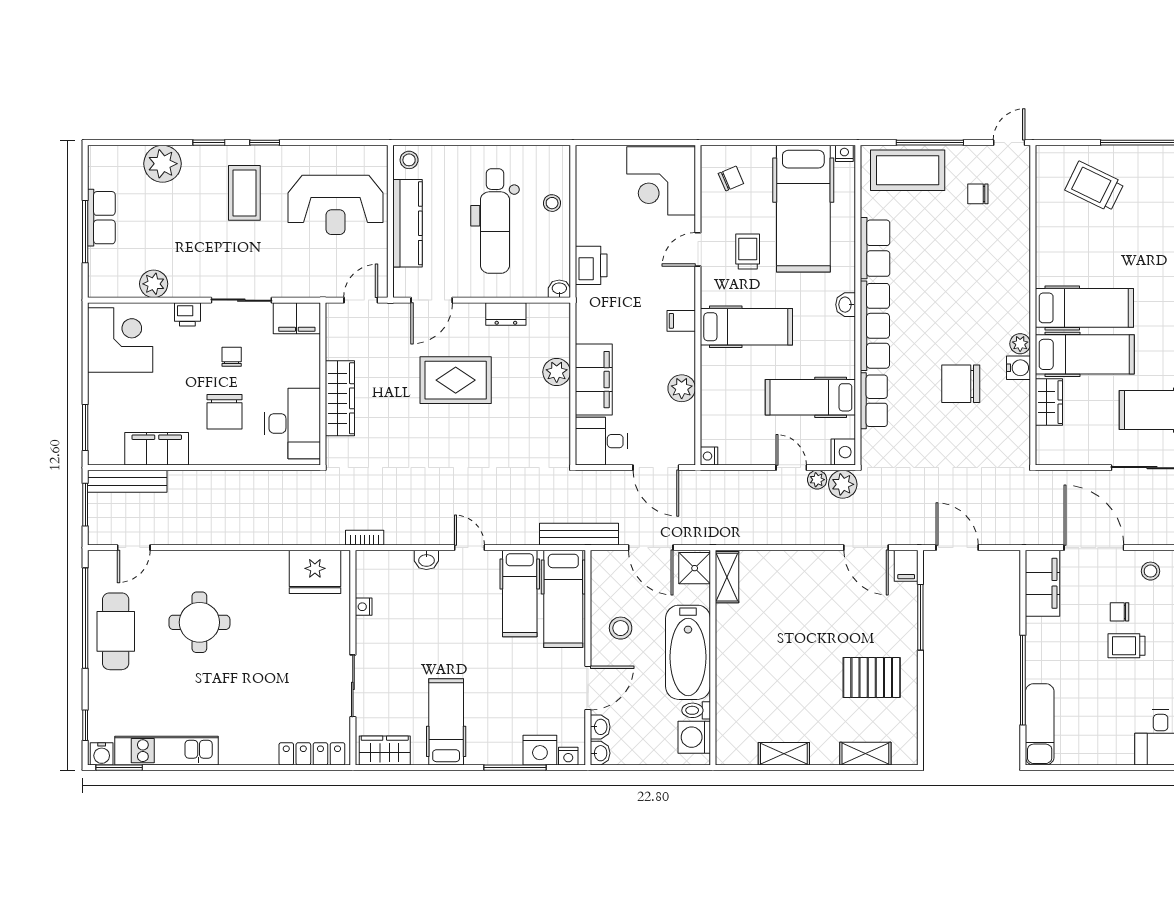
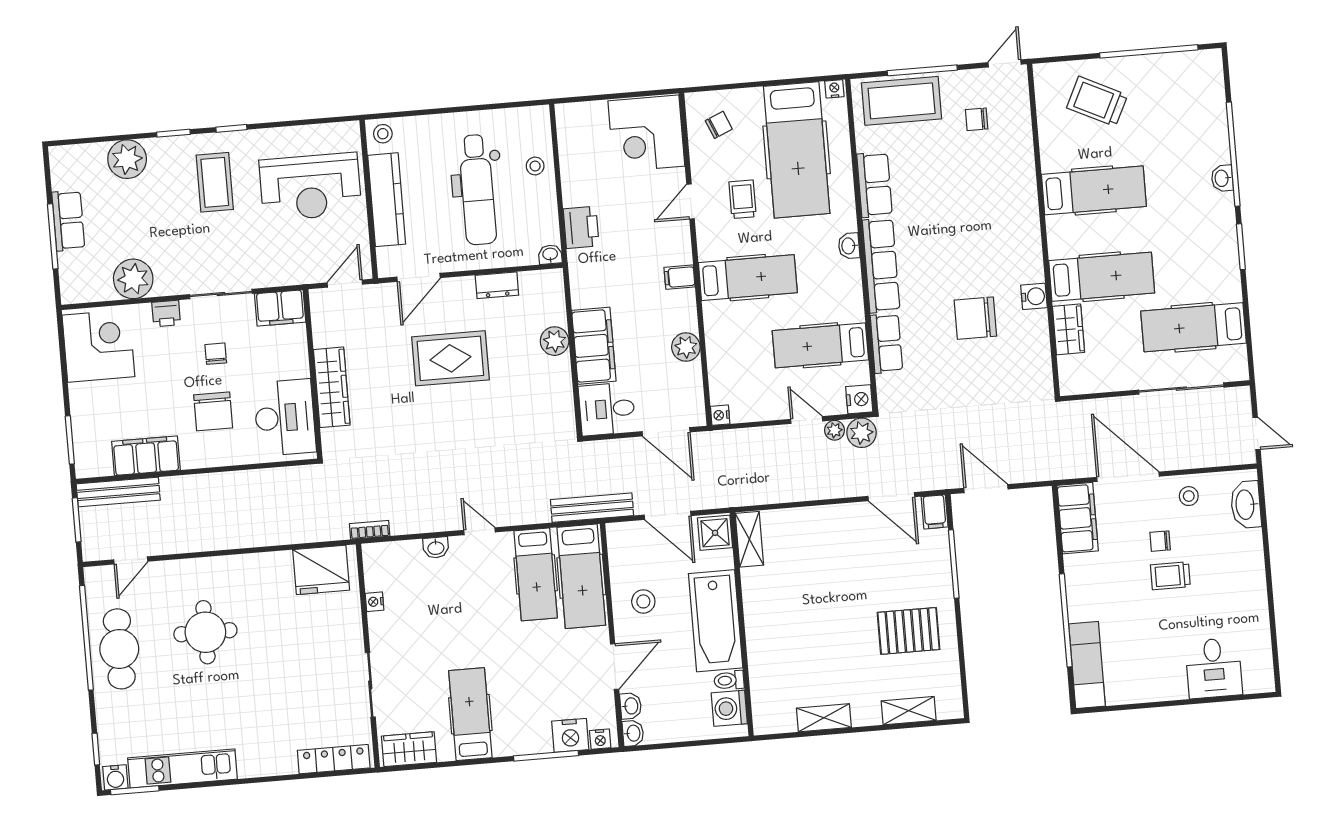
plant: (154, 284) -> (133, 279), width x1.36, depth x1.36
hospital bed: (1084, 308) -> (1094, 190), moved
plant: (1020, 344) -> (1034, 271), removed

